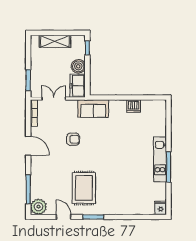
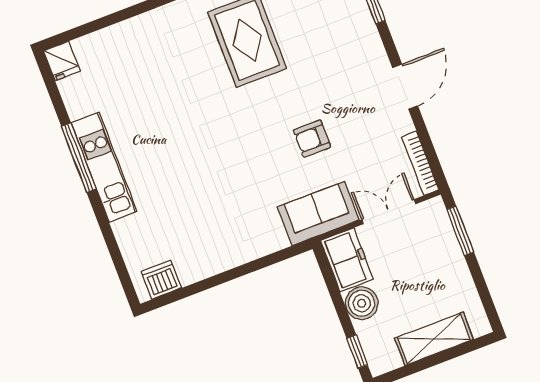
double door: (54, 99) -> (389, 212), swing flipped
dishwasher: (134, 106) -> (161, 280), moved
sofa: (93, 109) -> (318, 214), moved
door: (28, 146) -> (405, 87), swing flipped

